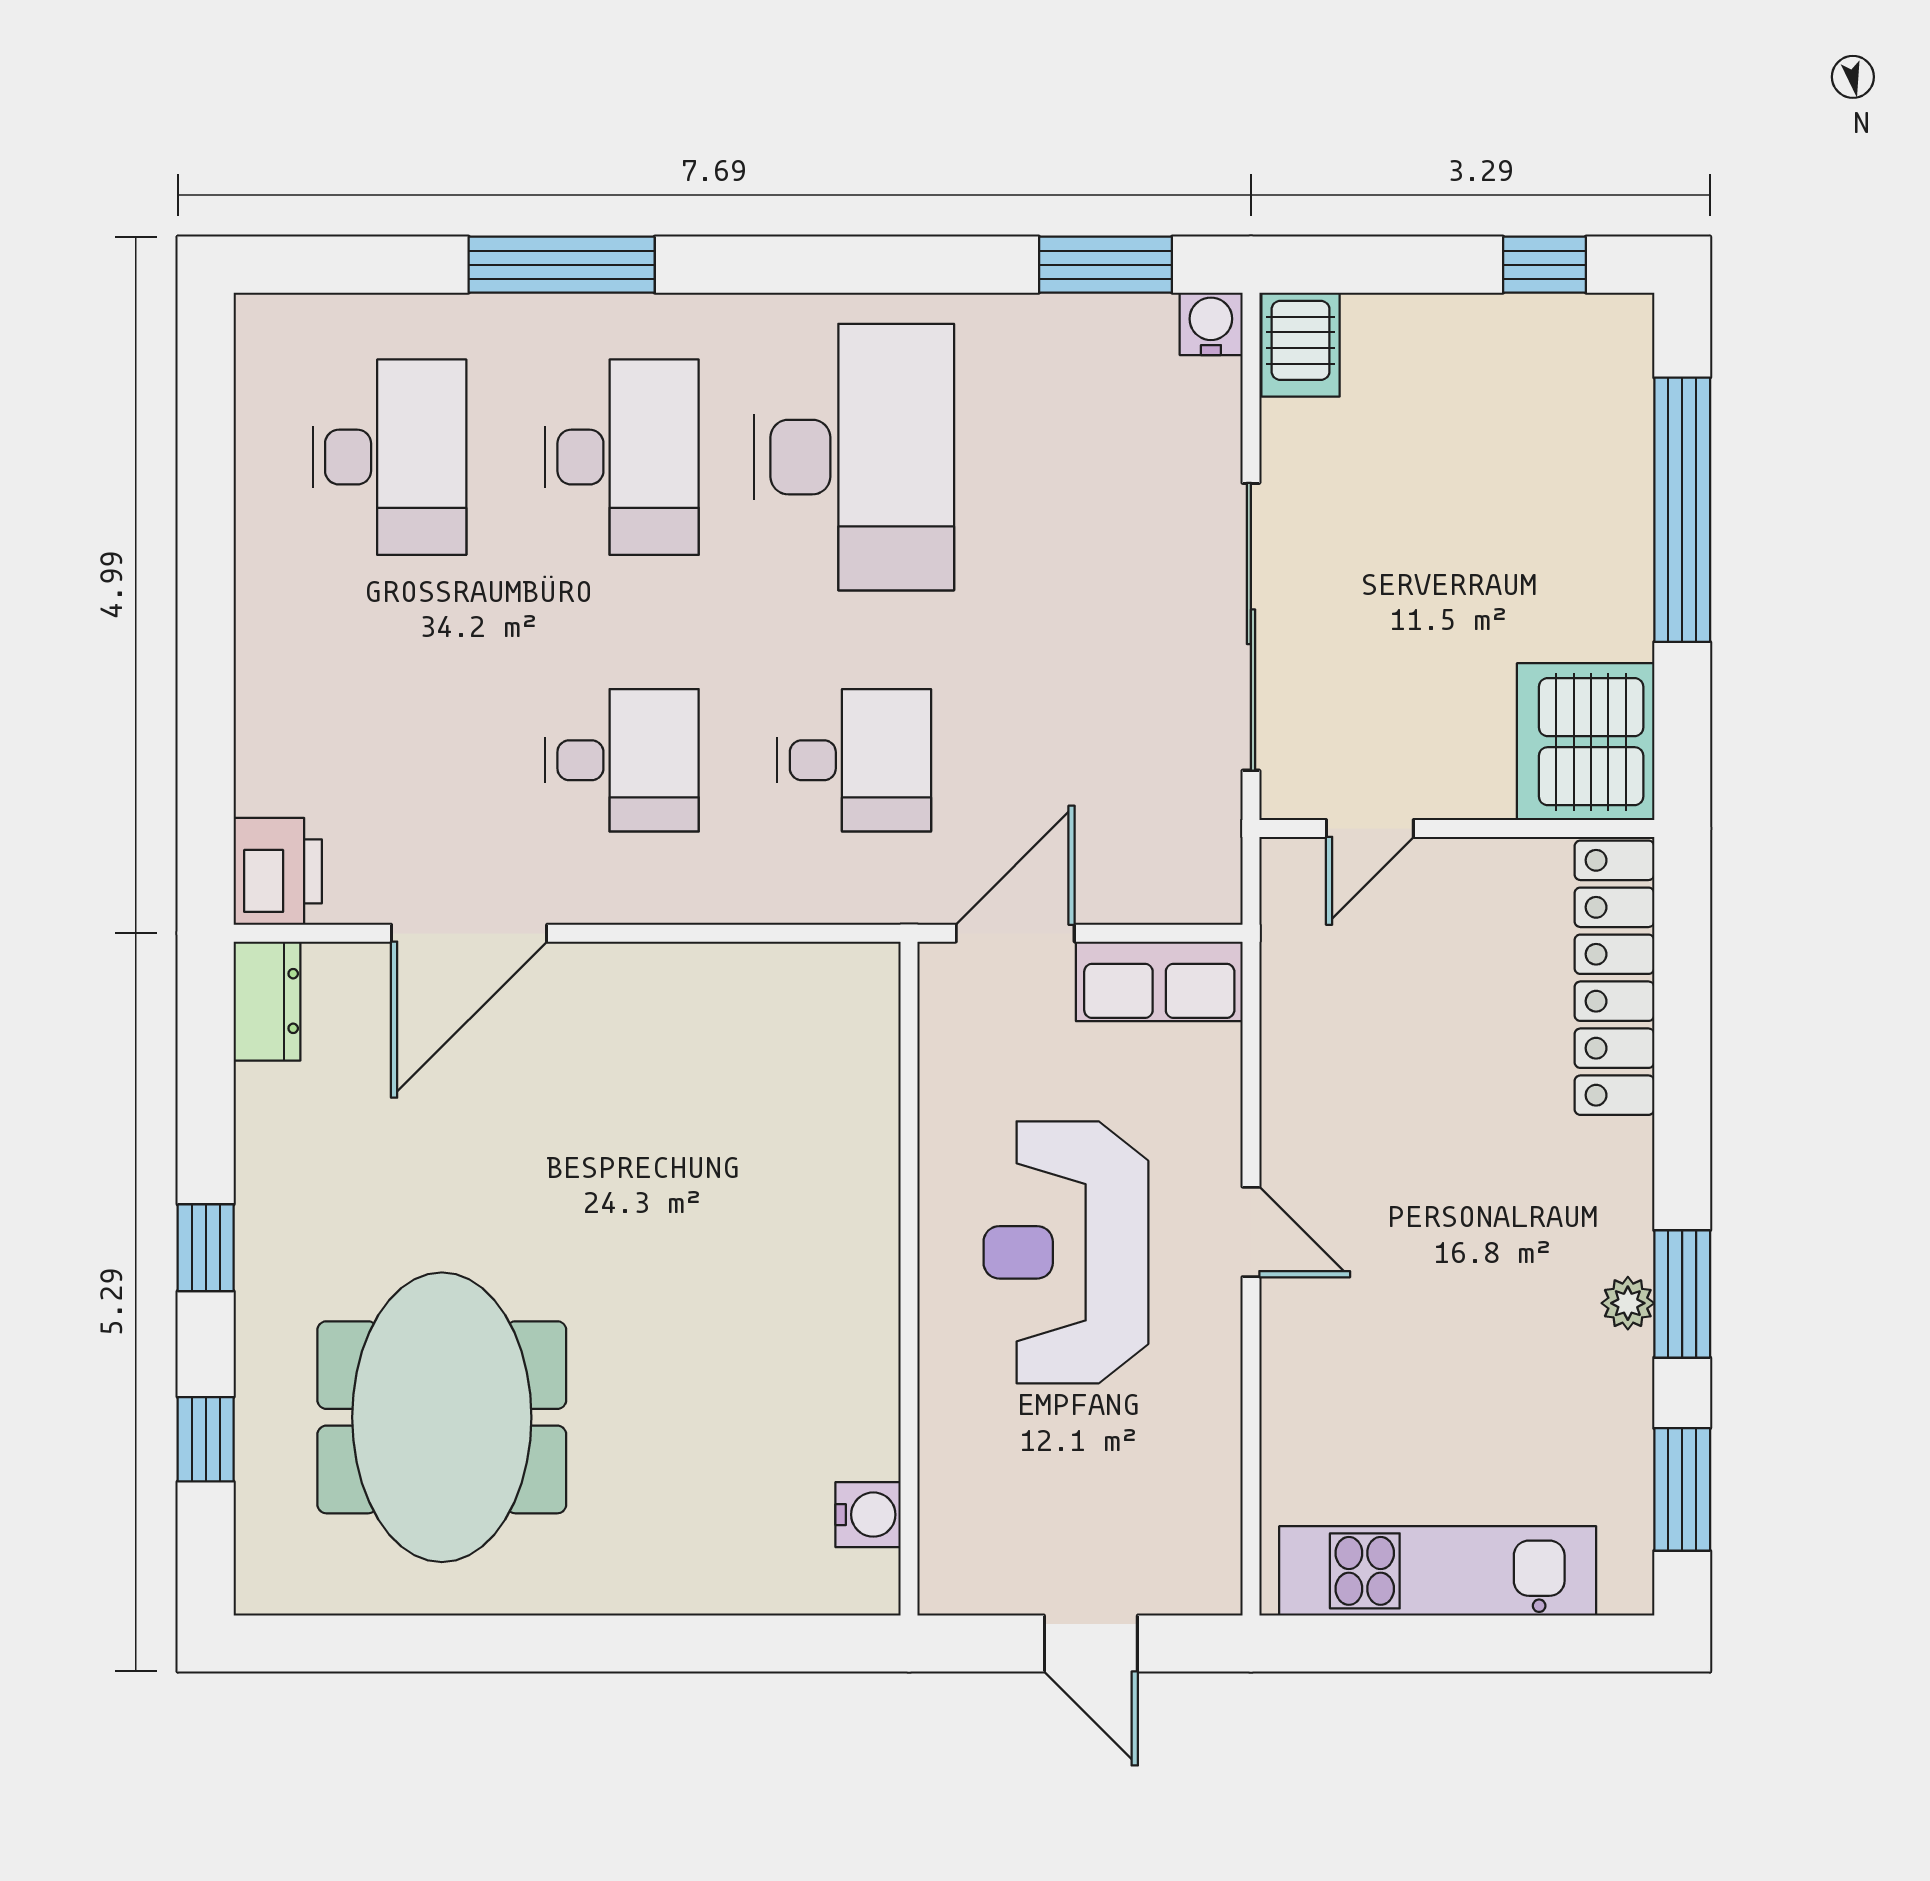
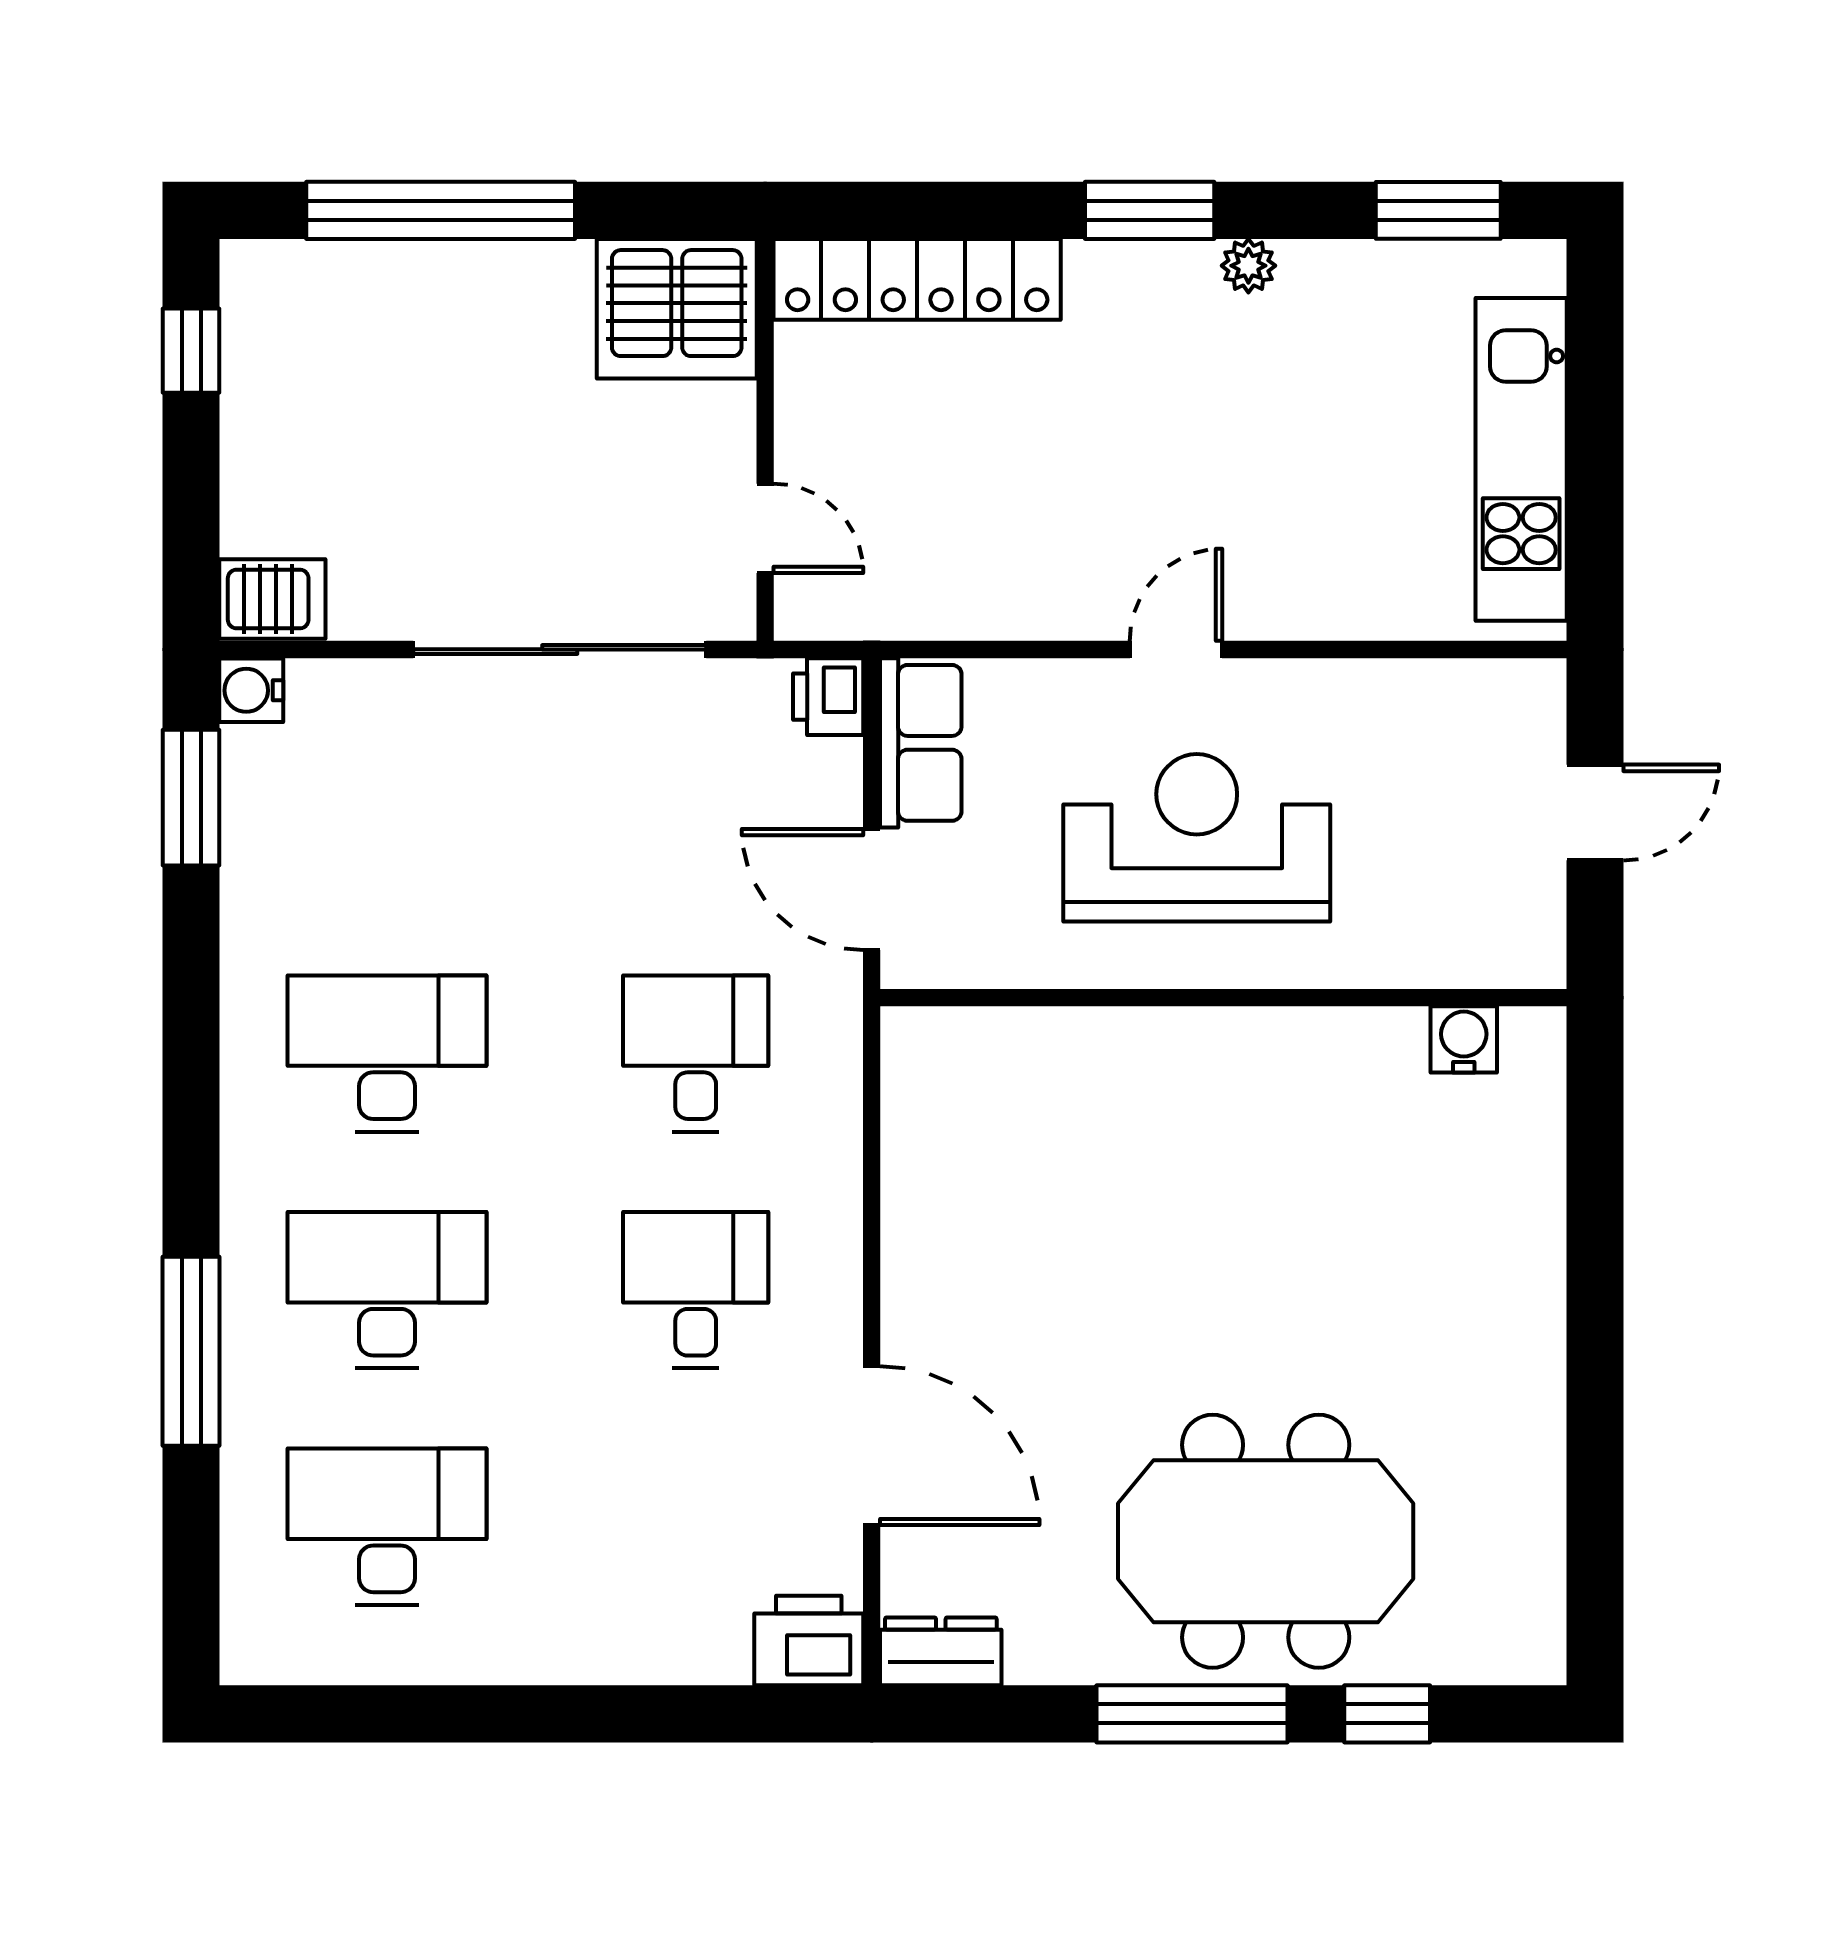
desk: (854, 457) -> (387, 1053), width x0.73, depth x0.77
printer: (1205, 890) -> (828, 697), added
window: (206, 1248) -> (1192, 1714), width x2.17
reception desk: (1066, 1252) -> (1197, 838), turned 180
window: (1682, 1294) -> (1150, 210), moved
meeting table: (442, 1417) -> (1266, 1541), moved

